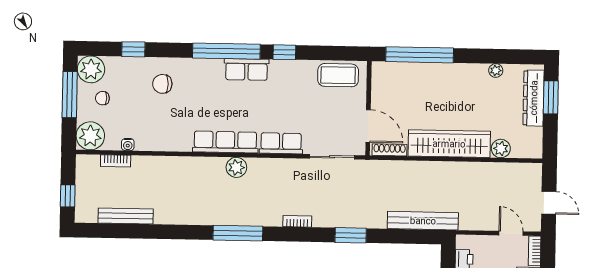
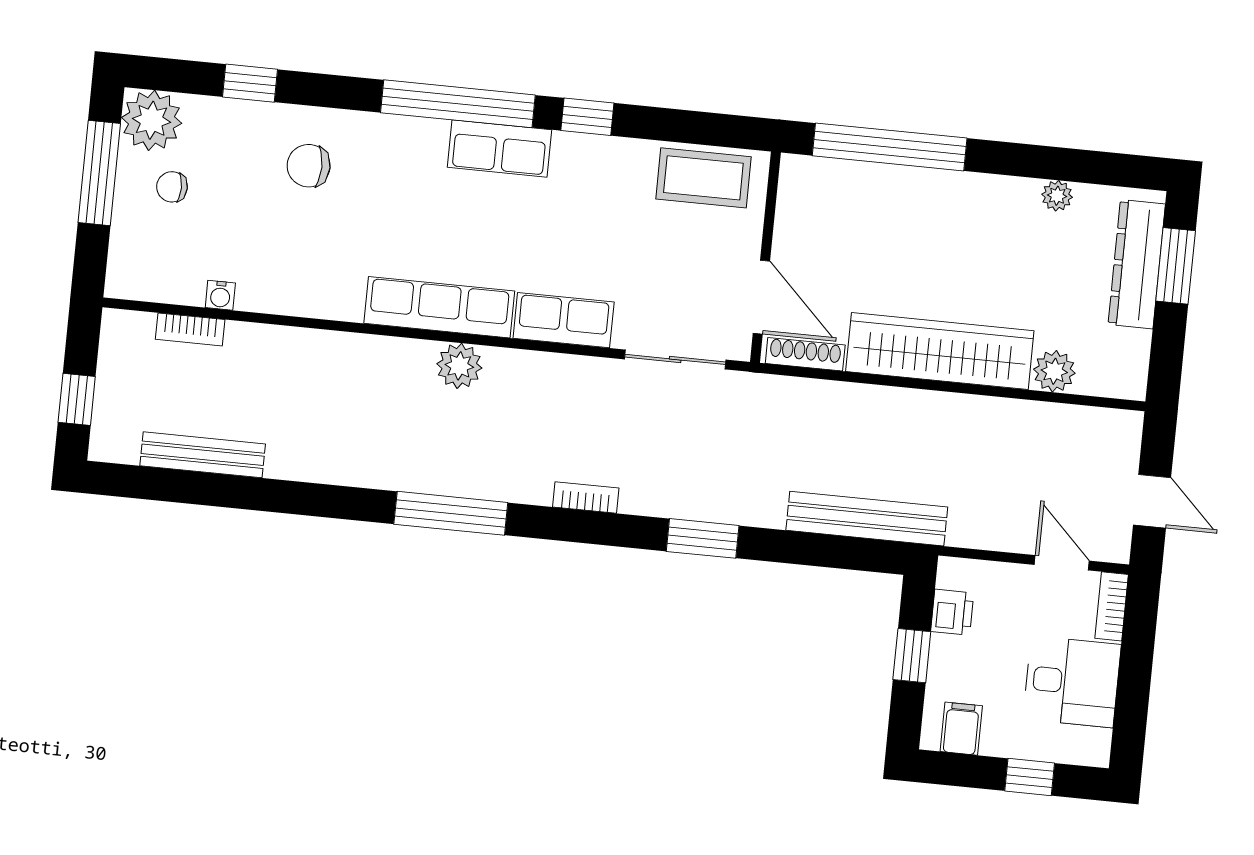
plant: (90, 136) -> (138, 269), removed

